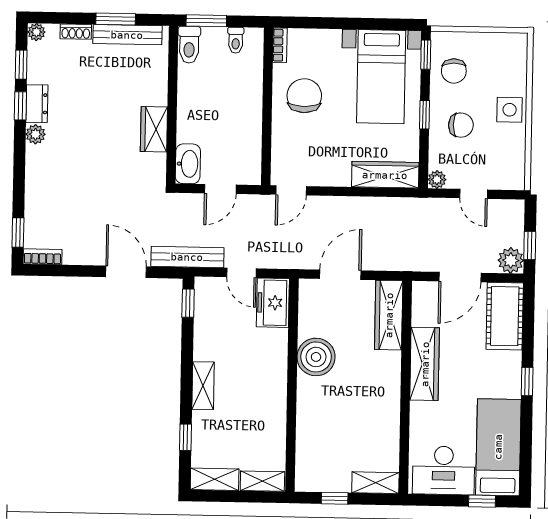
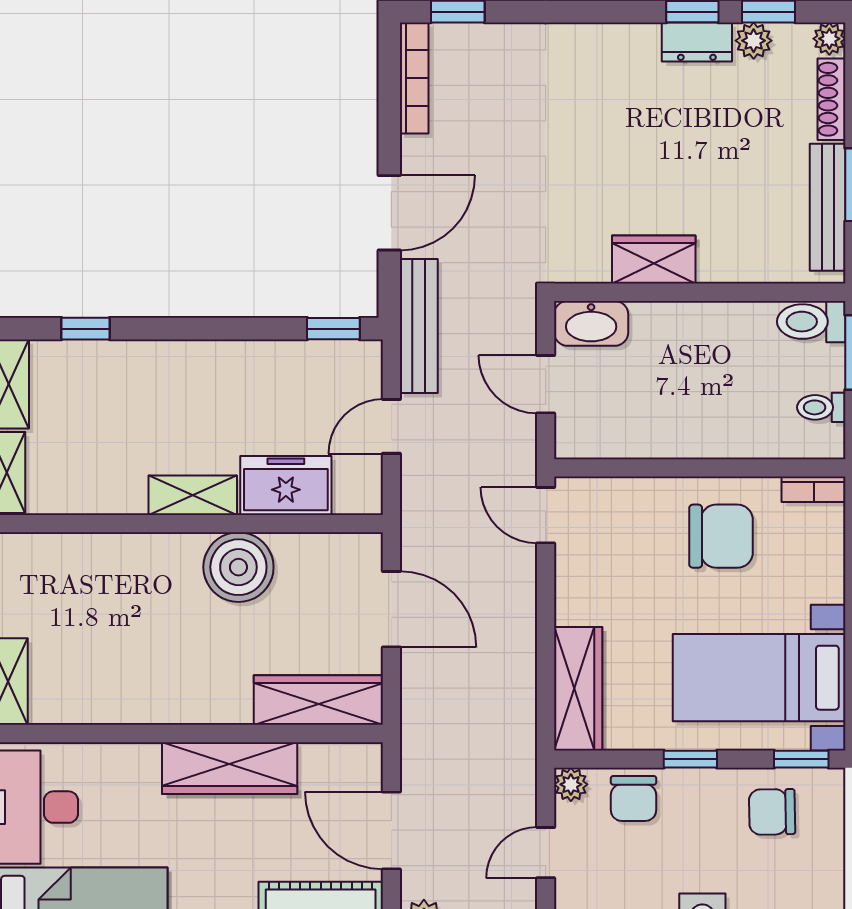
shoe rack: (76, 32) -> (832, 99), width x1.43
chair: (461, 125) -> (634, 798), moved
plant: (35, 134) -> (754, 41), moved
bookcase: (43, 257) -> (414, 78), width x1.56
freezer: (273, 303) -> (286, 485), moved
shelving: (203, 386) -> (193, 495), moved

